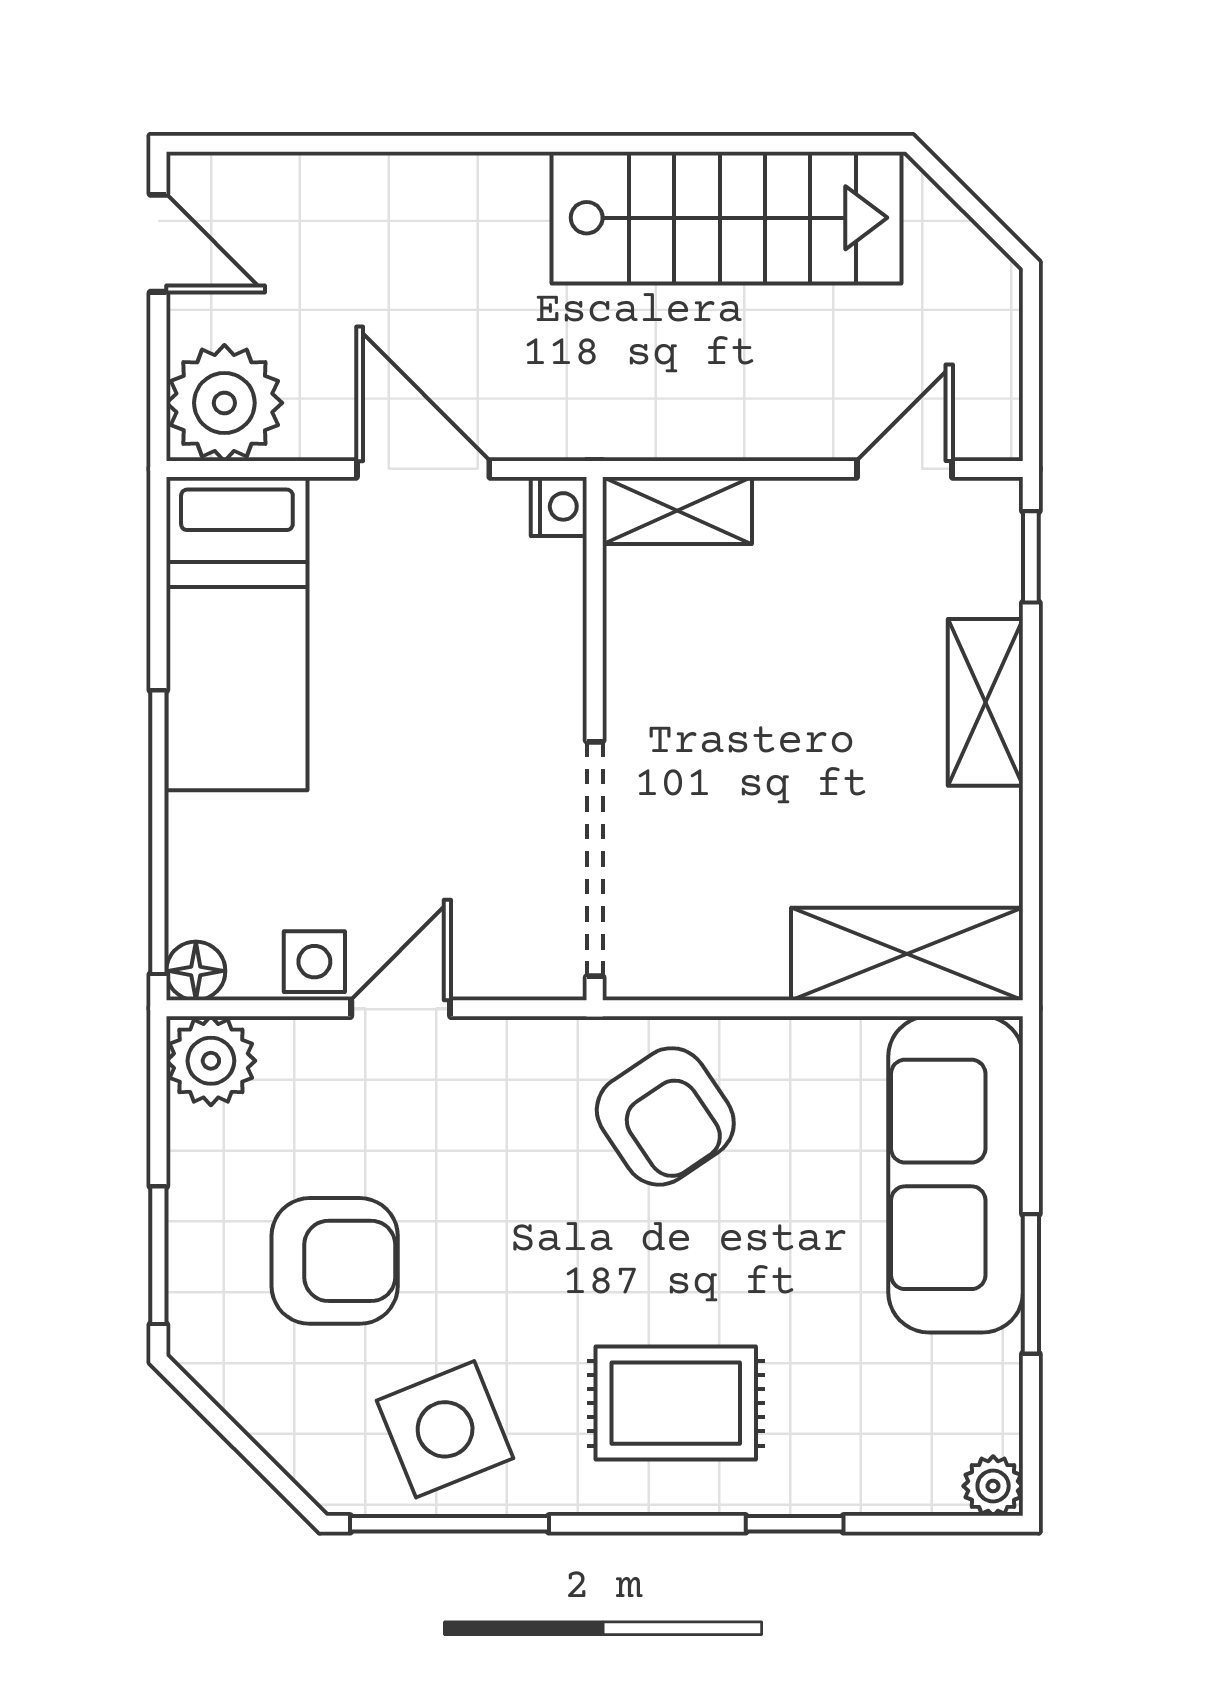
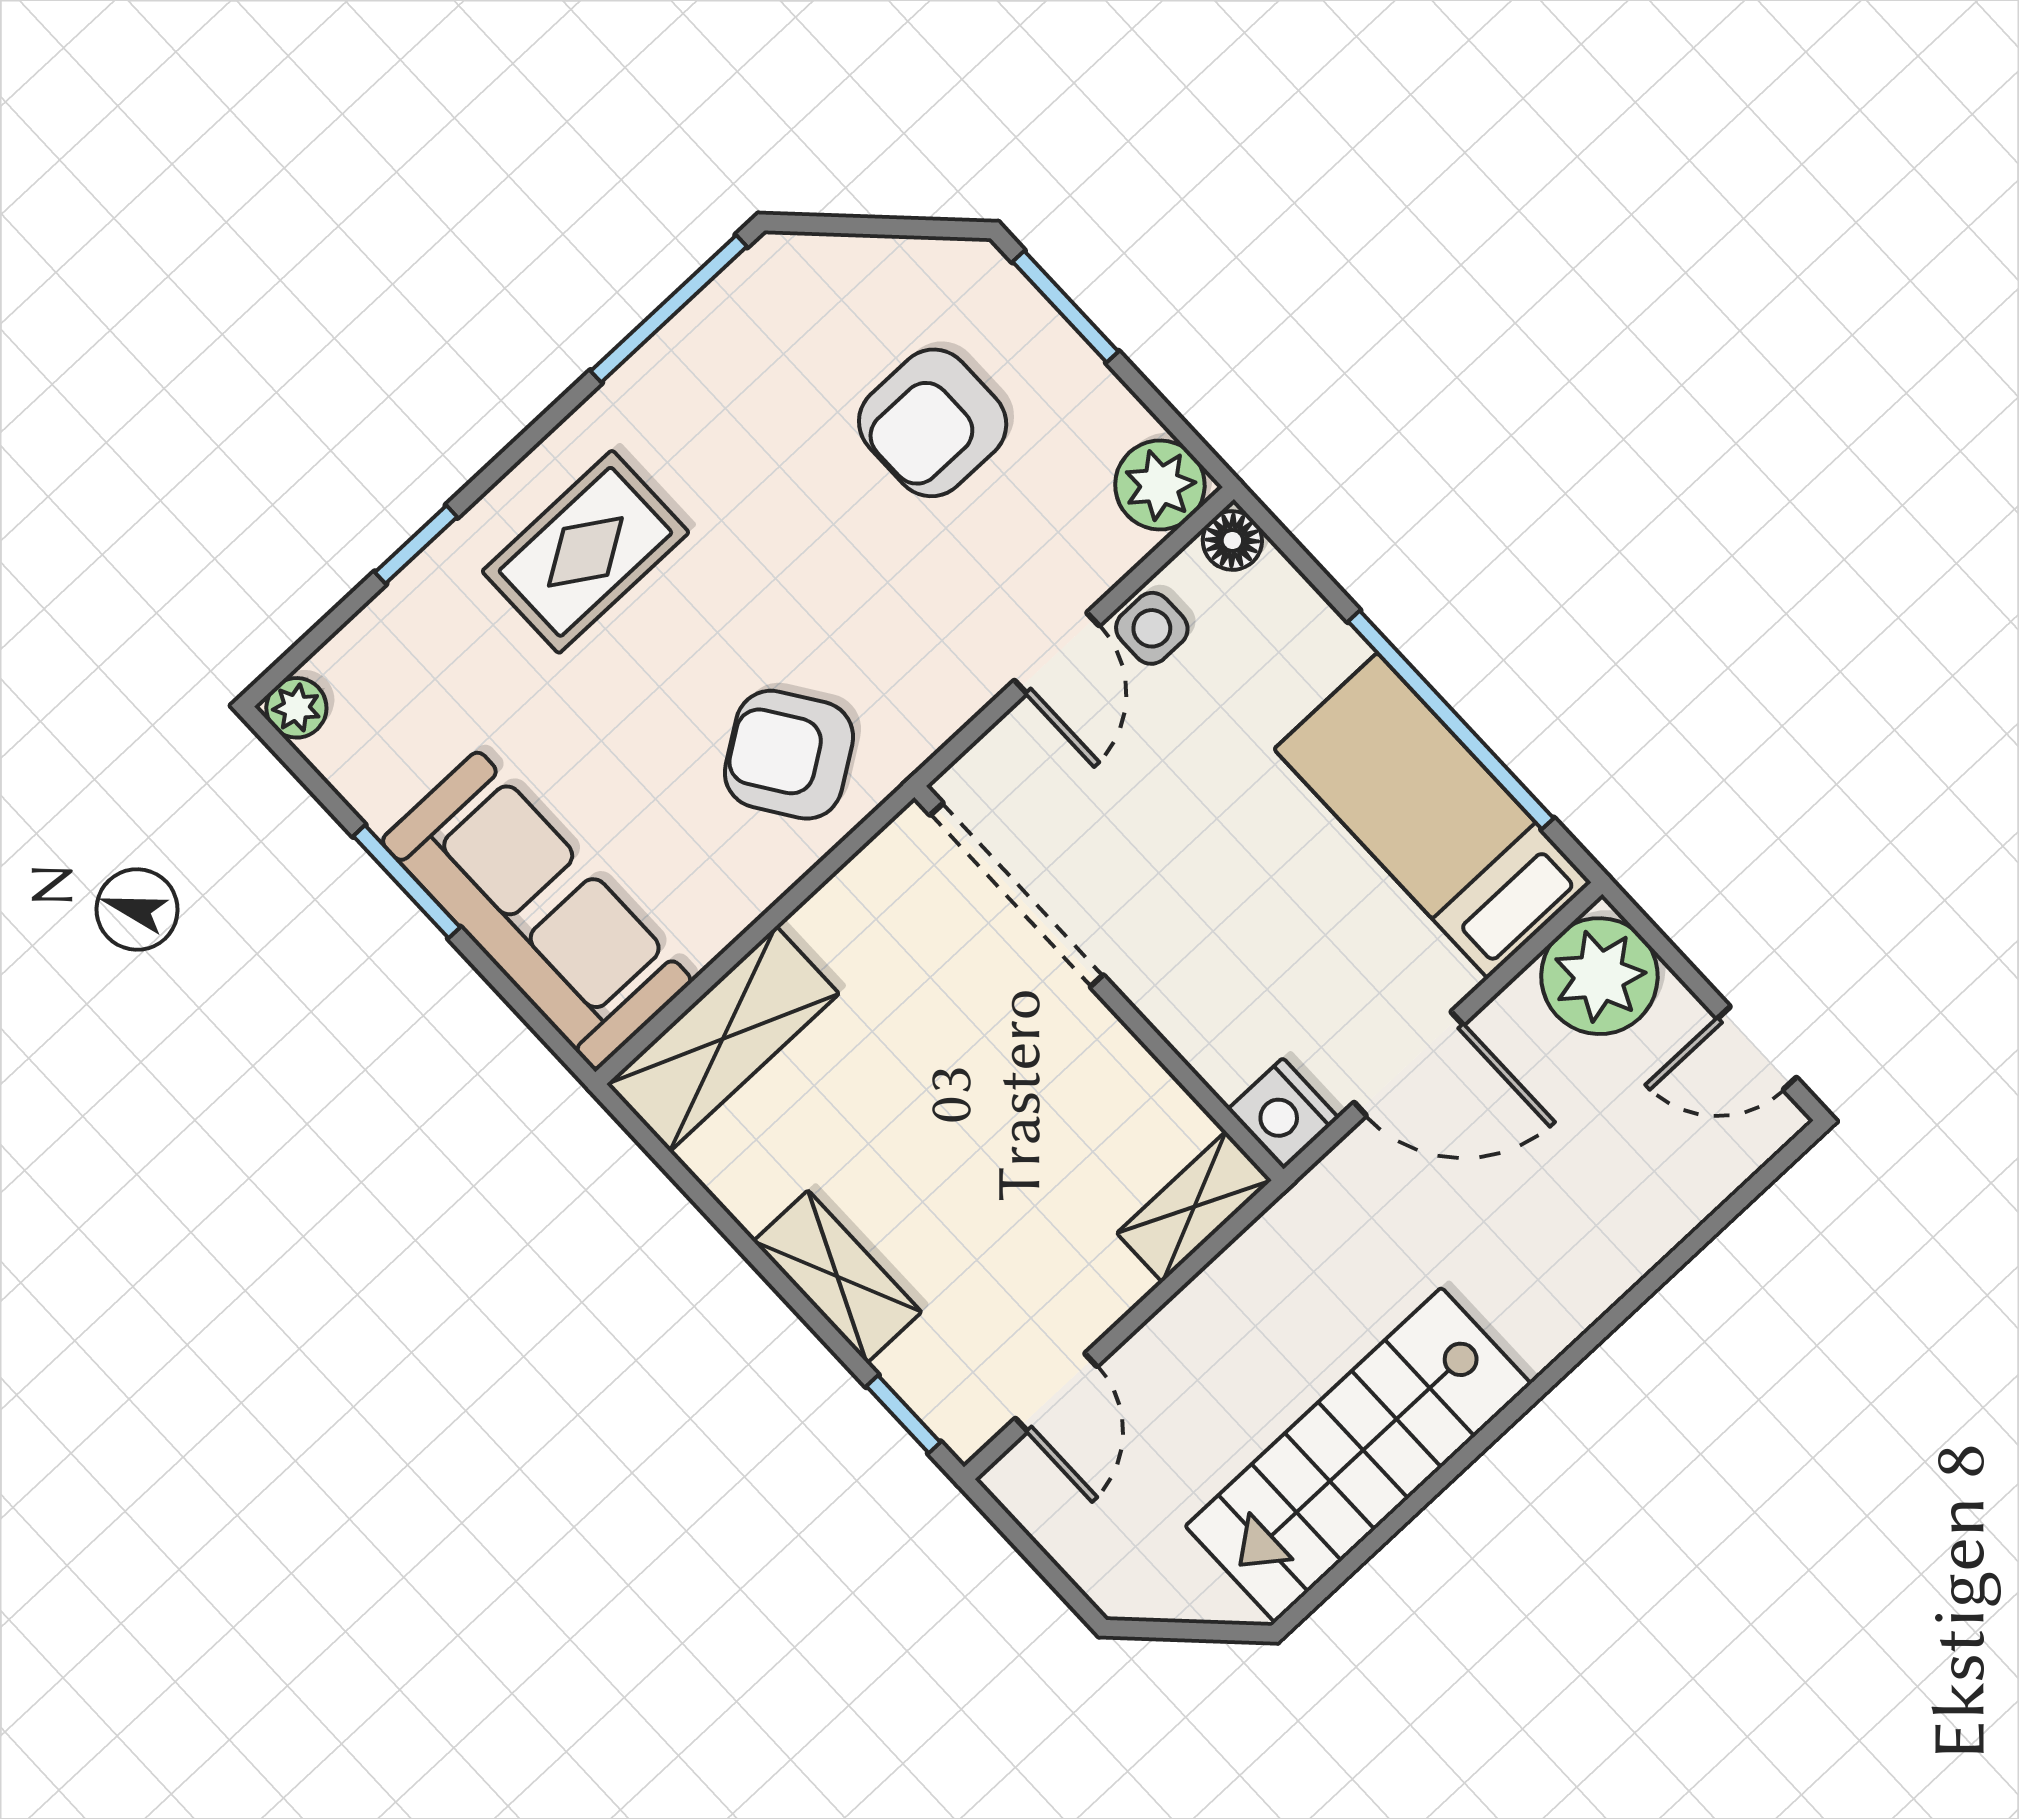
nightstand: (559, 506) -> (1283, 1114), width x1.39, depth x1.35
window: (158, 832) -> (1451, 720), moved
side table: (445, 1429) -> (737, 375), removed

